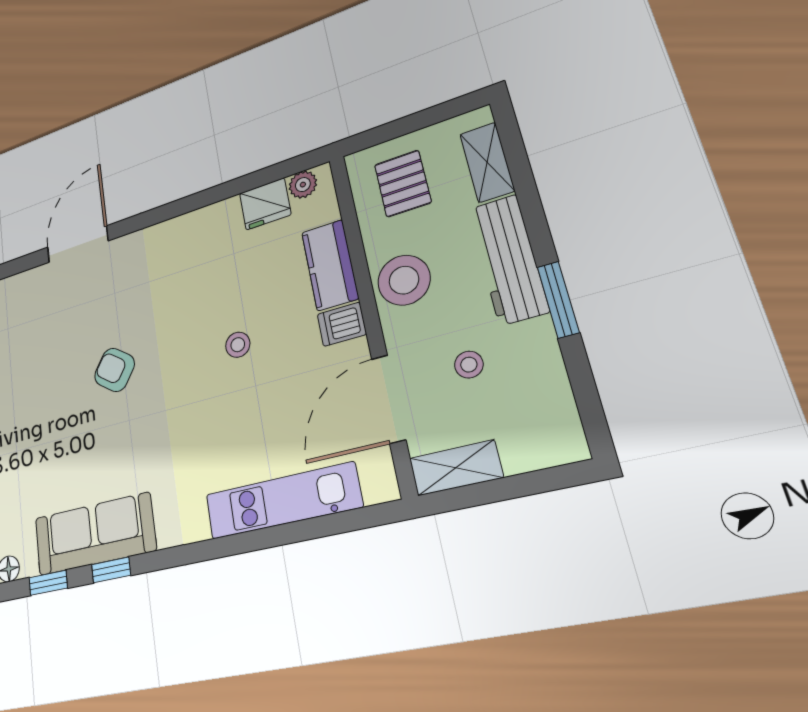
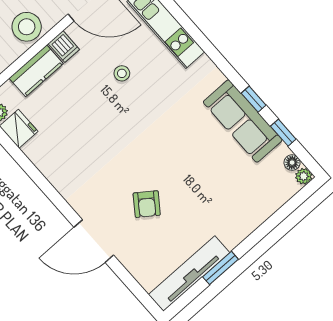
stool: (238, 345) -> (122, 73), moved
armchair: (114, 370) -> (147, 204), moved

